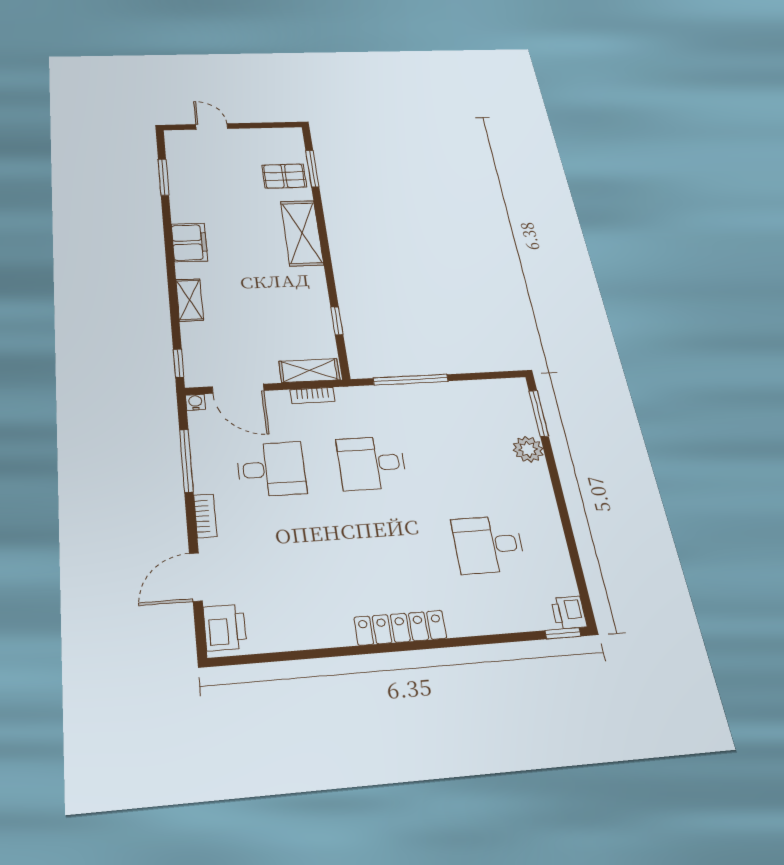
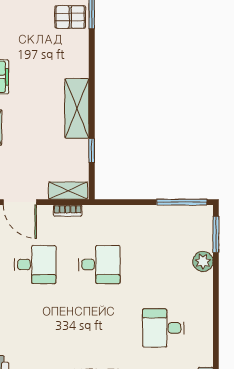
shelving: (302, 233) -> (77, 108), moved
window: (411, 380) -> (182, 202), moved
desk: (372, 463) -> (99, 265), turned 180

